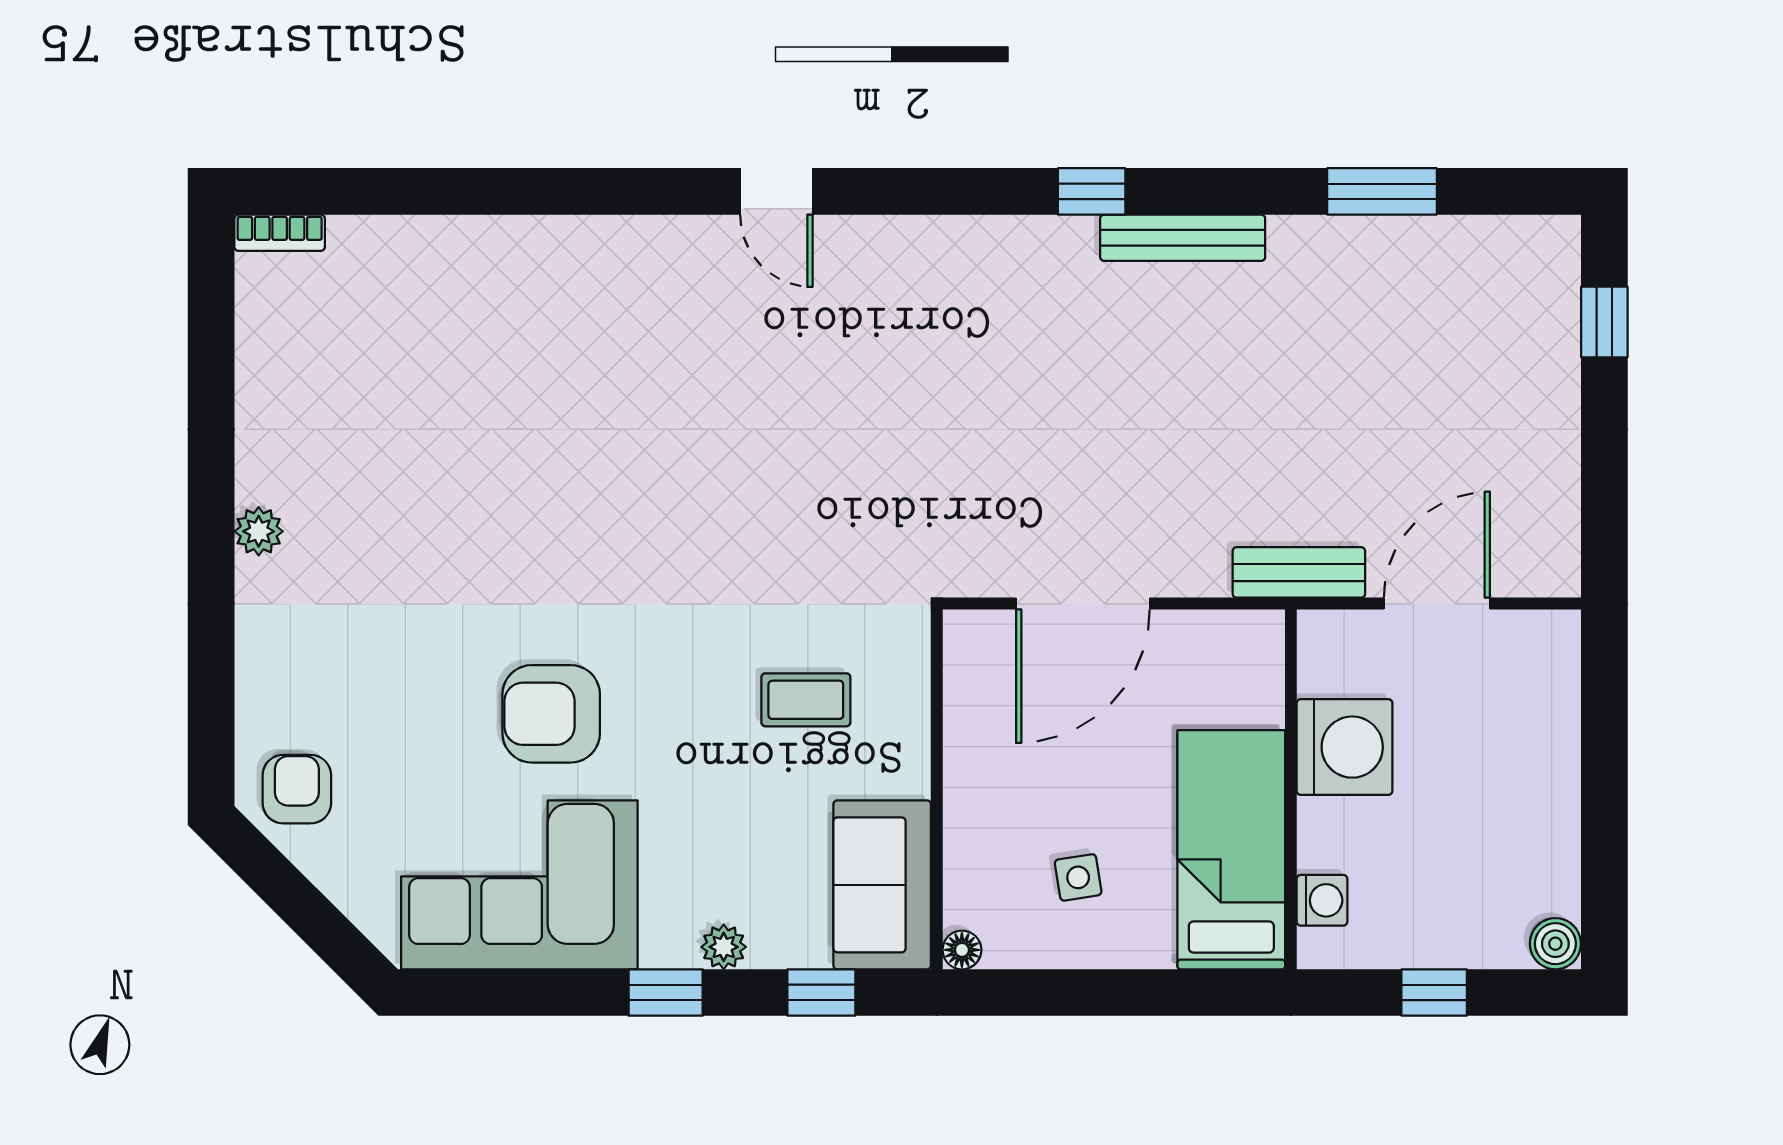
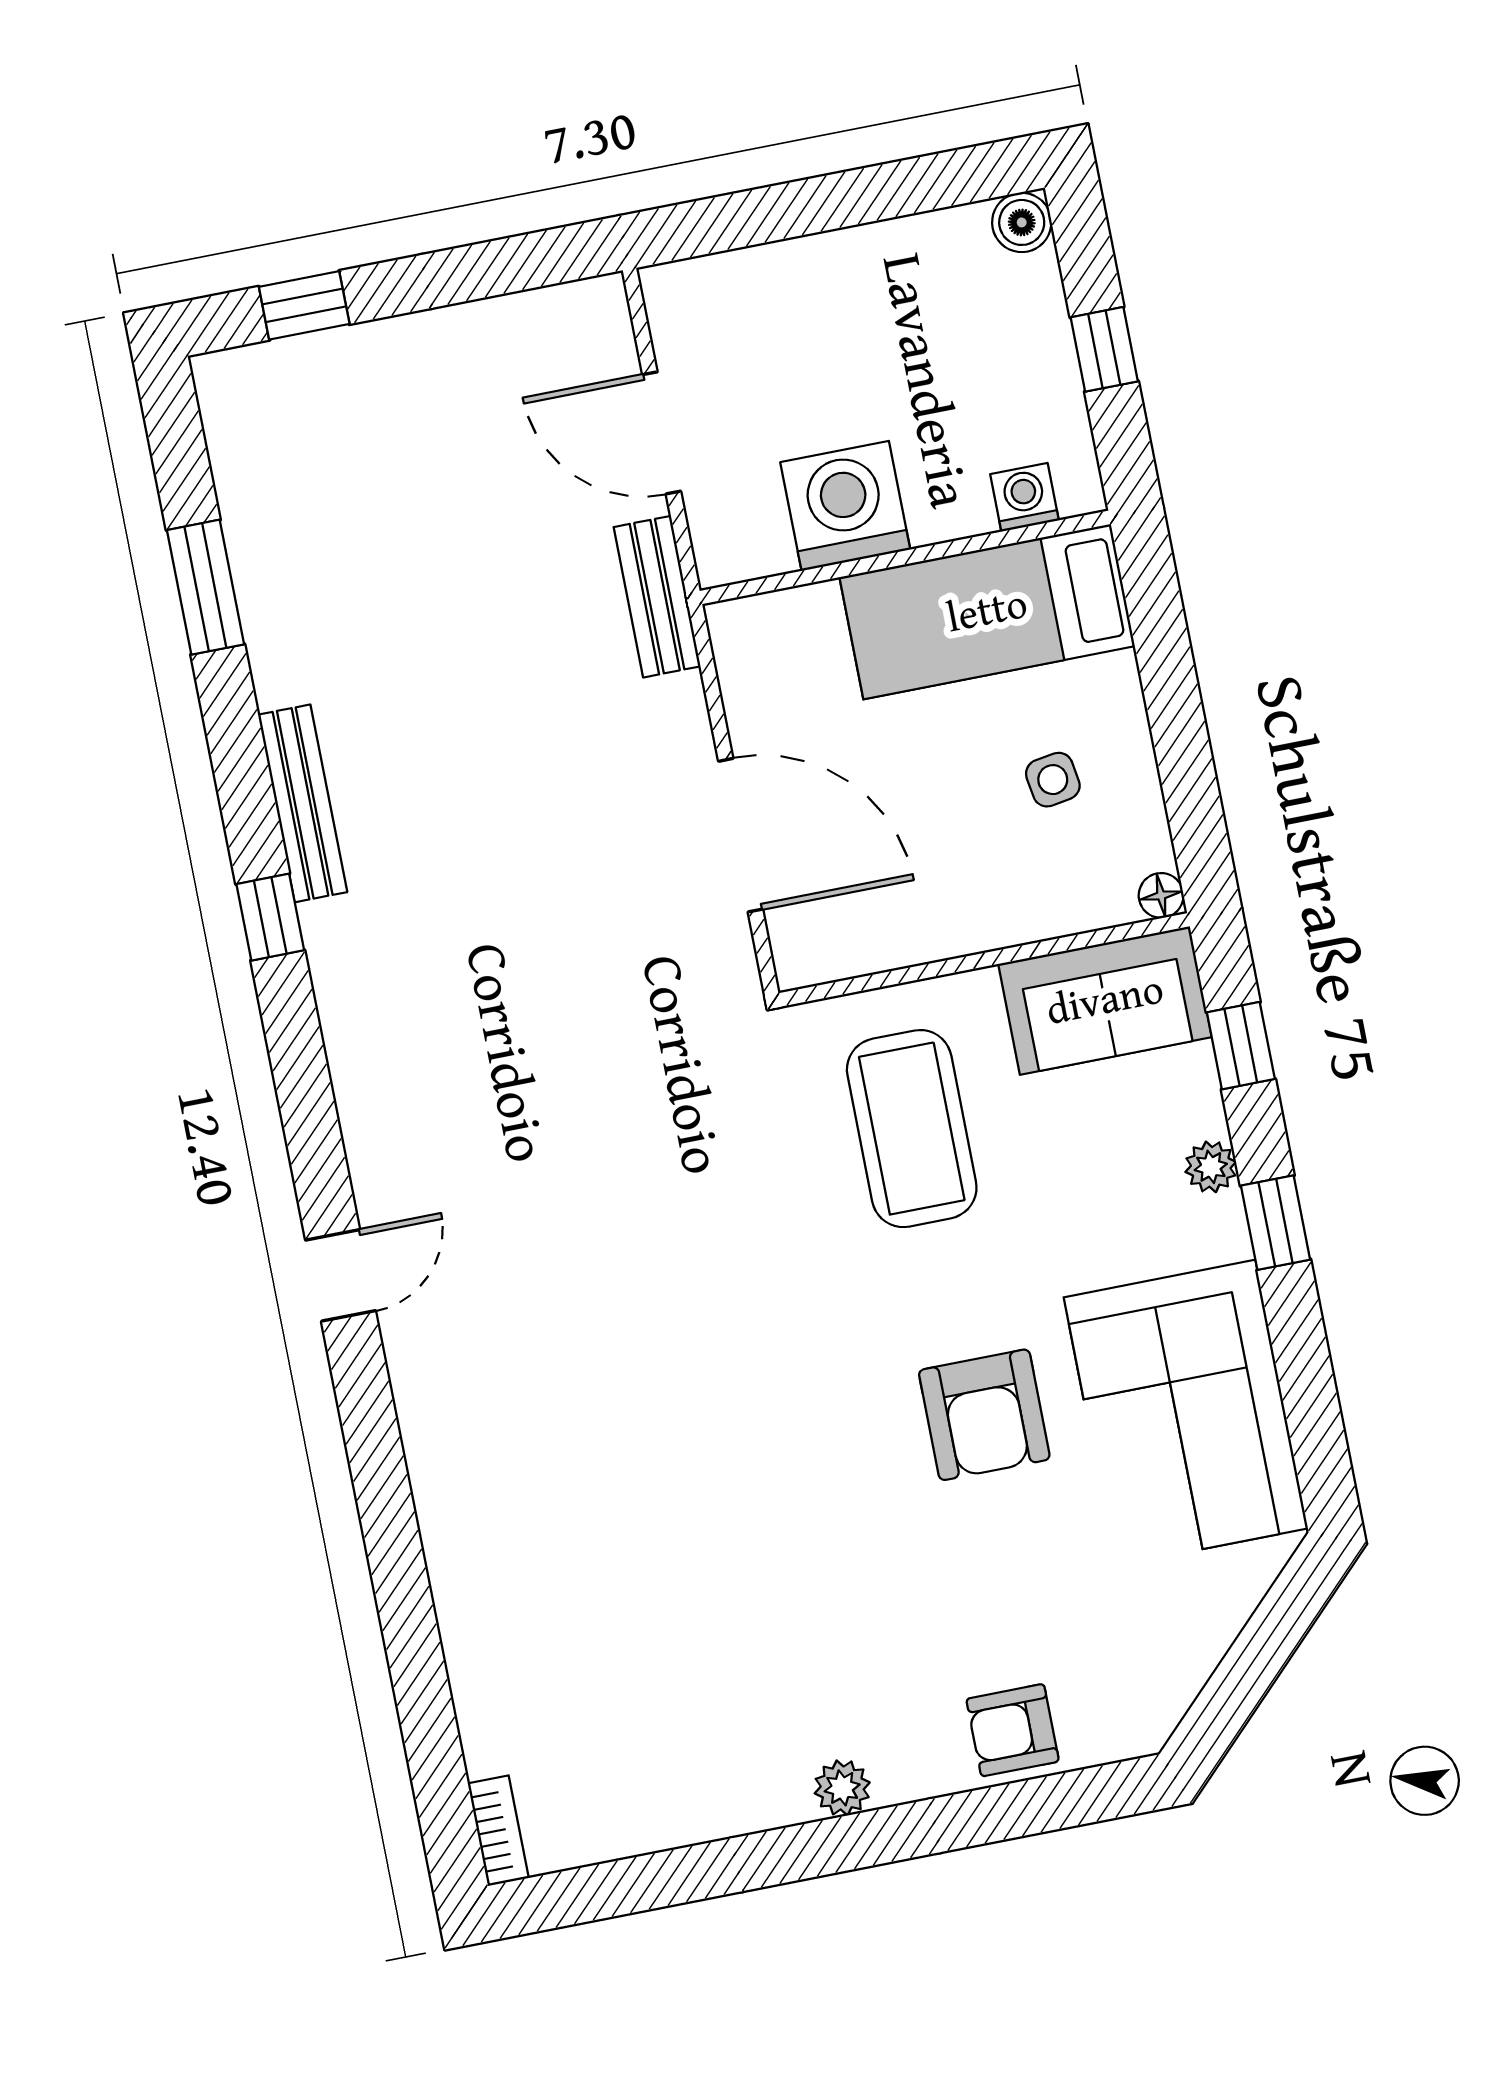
coffee table: (806, 700) -> (912, 1129), width x1.86, depth x1.72
armchair: (297, 789) -> (1013, 1730), moved

